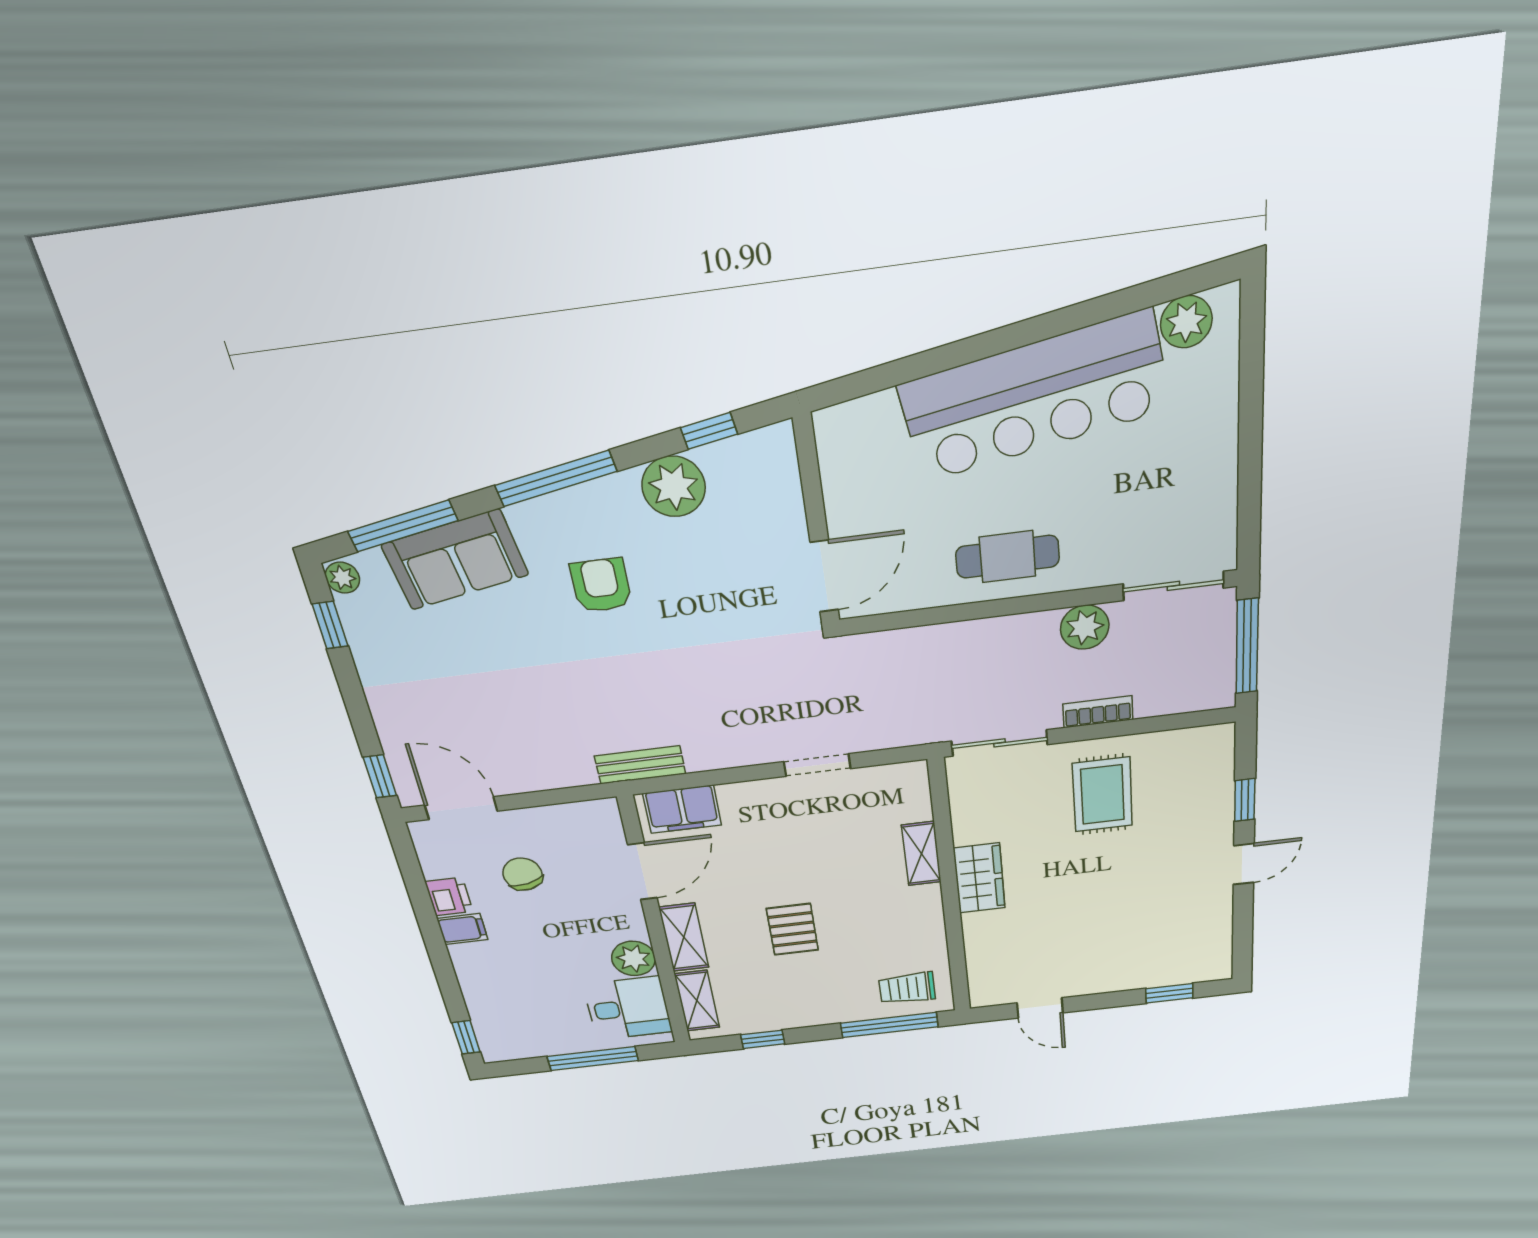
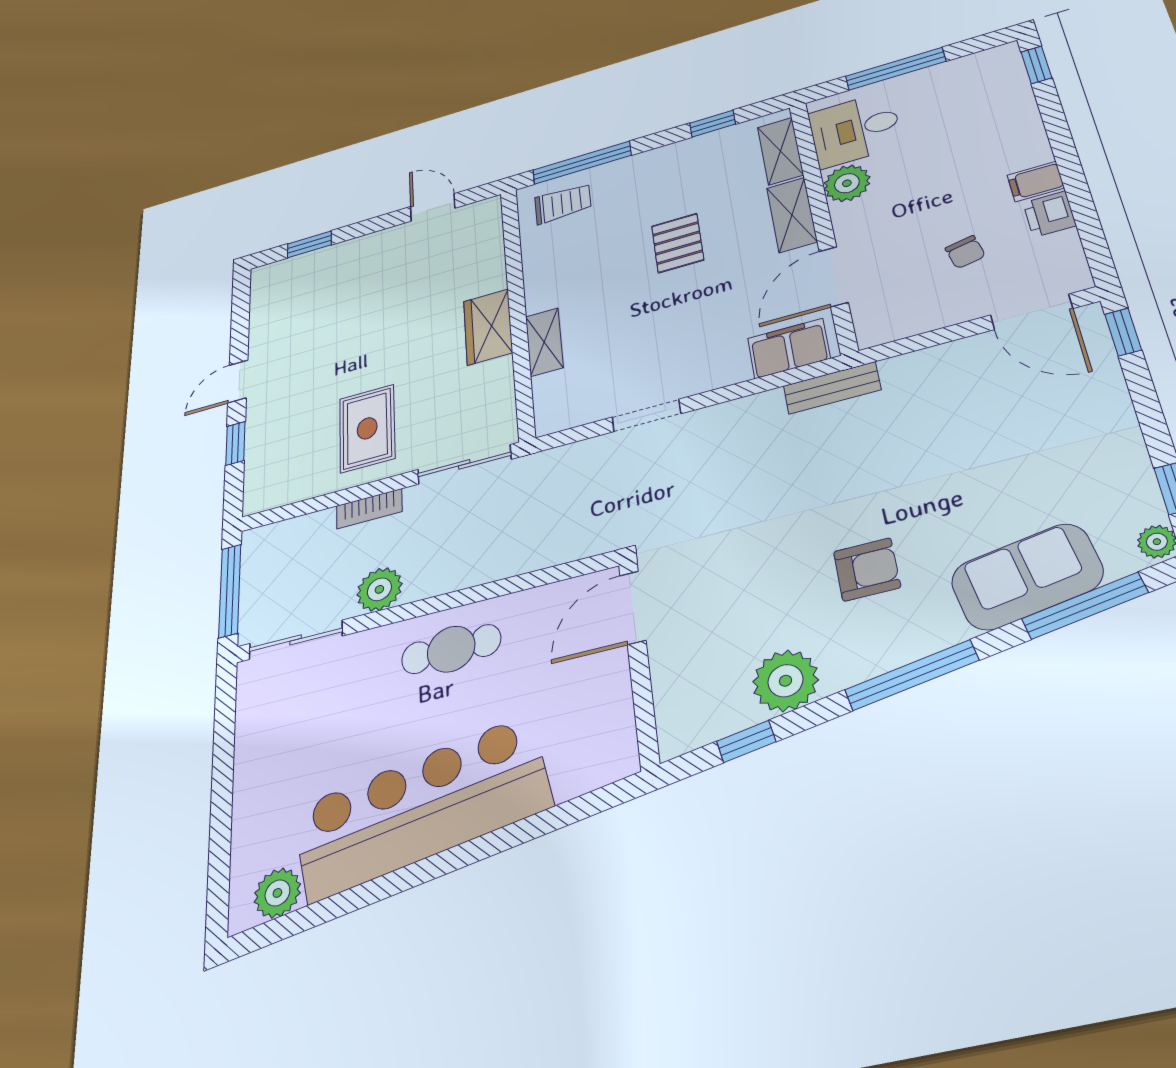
armchair: (601, 585) -> (867, 569), turned -90
chair: (523, 874) -> (965, 252), width x0.73, depth x0.73

